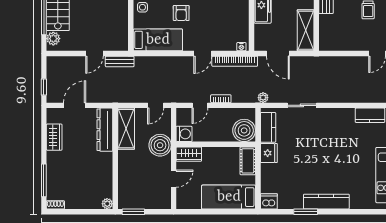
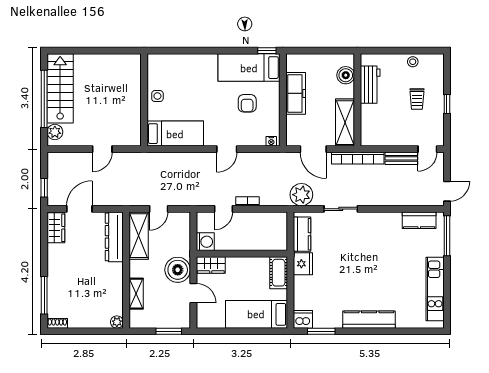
armchair: (181, 13) -> (247, 103), moved
bench: (120, 61) -> (401, 158), moved
bookcase: (235, 61) -> (358, 158), moved
plant: (263, 98) -> (301, 195), width x1.87, depth x1.87
door: (156, 105) -> (159, 209), moved
boiler: (244, 130) -> (274, 238), removed
wardrobe: (54, 137) -> (56, 228), moved
boiler: (160, 145) -> (178, 270), moved
shelving: (124, 179) -> (136, 294), added
door: (174, 179) -> (193, 293), hinge flipped
window: (133, 212) -> (169, 331), moved
window: (306, 212) -> (321, 331), moved

